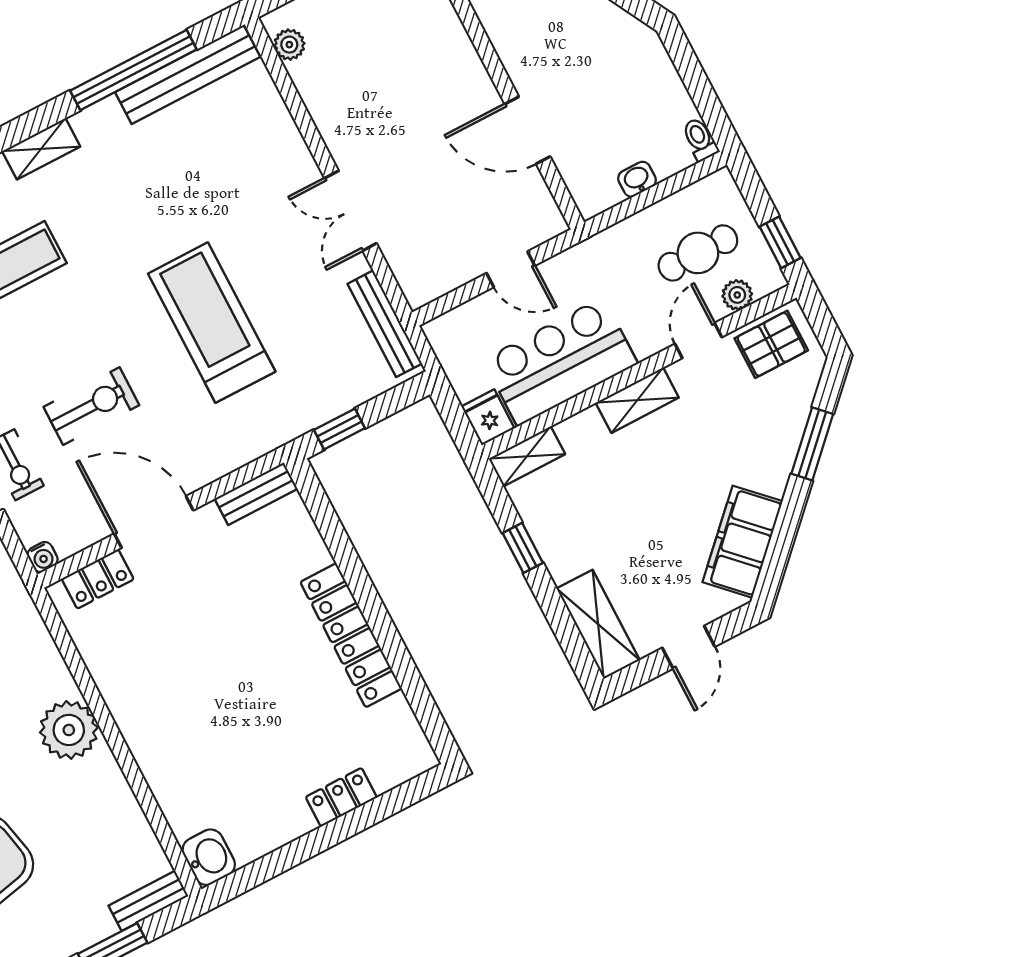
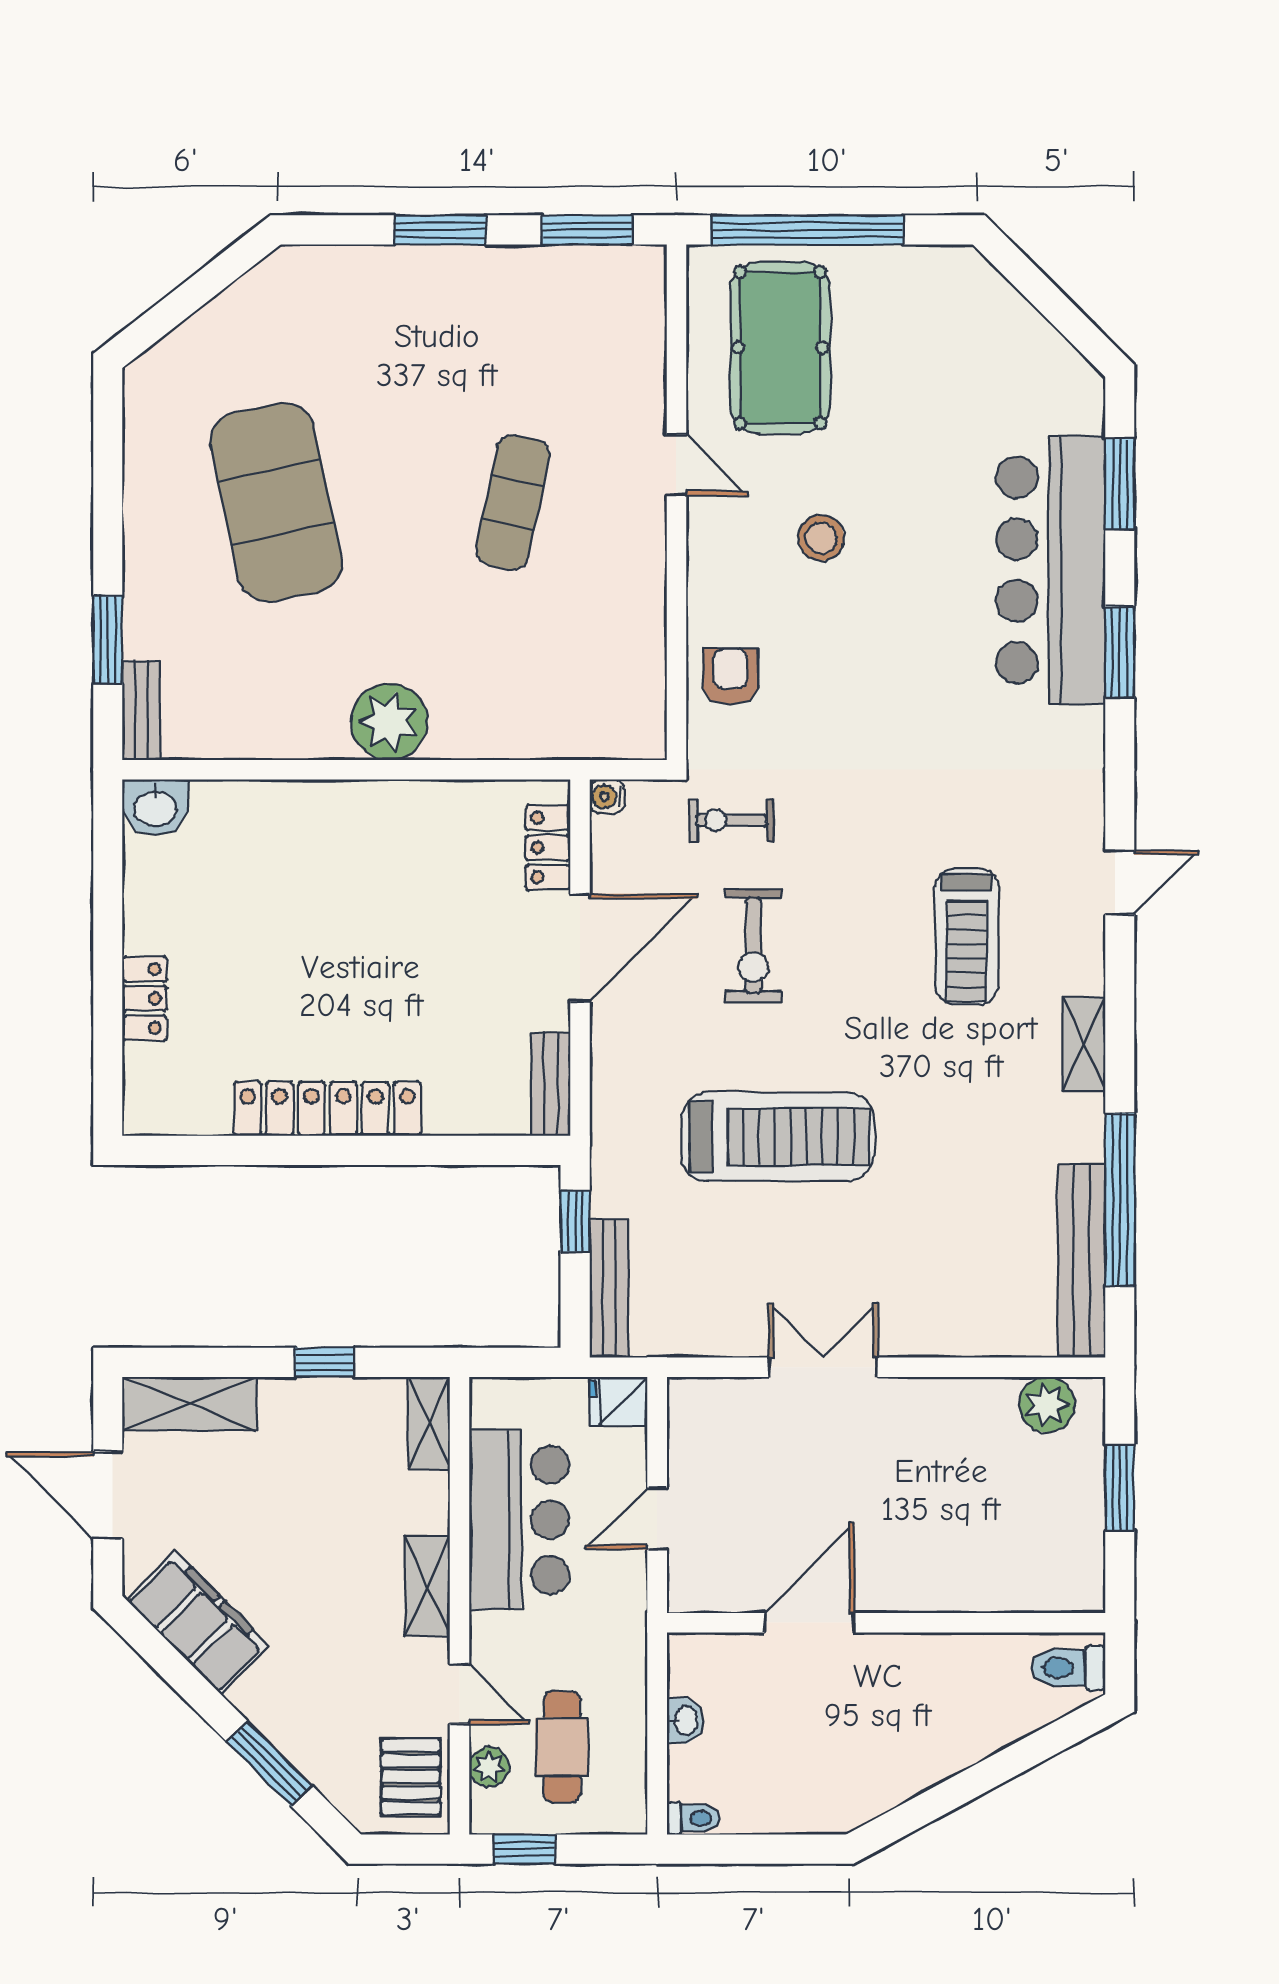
plant: (289, 45) -> (1047, 1405), width x1.38, depth x1.38
bench: (385, 324) -> (609, 1288), moved, turned 90
fridge: (488, 417) -> (618, 1401), moved, turned 180
door: (689, 647) -> (108, 1495), width x1.38

